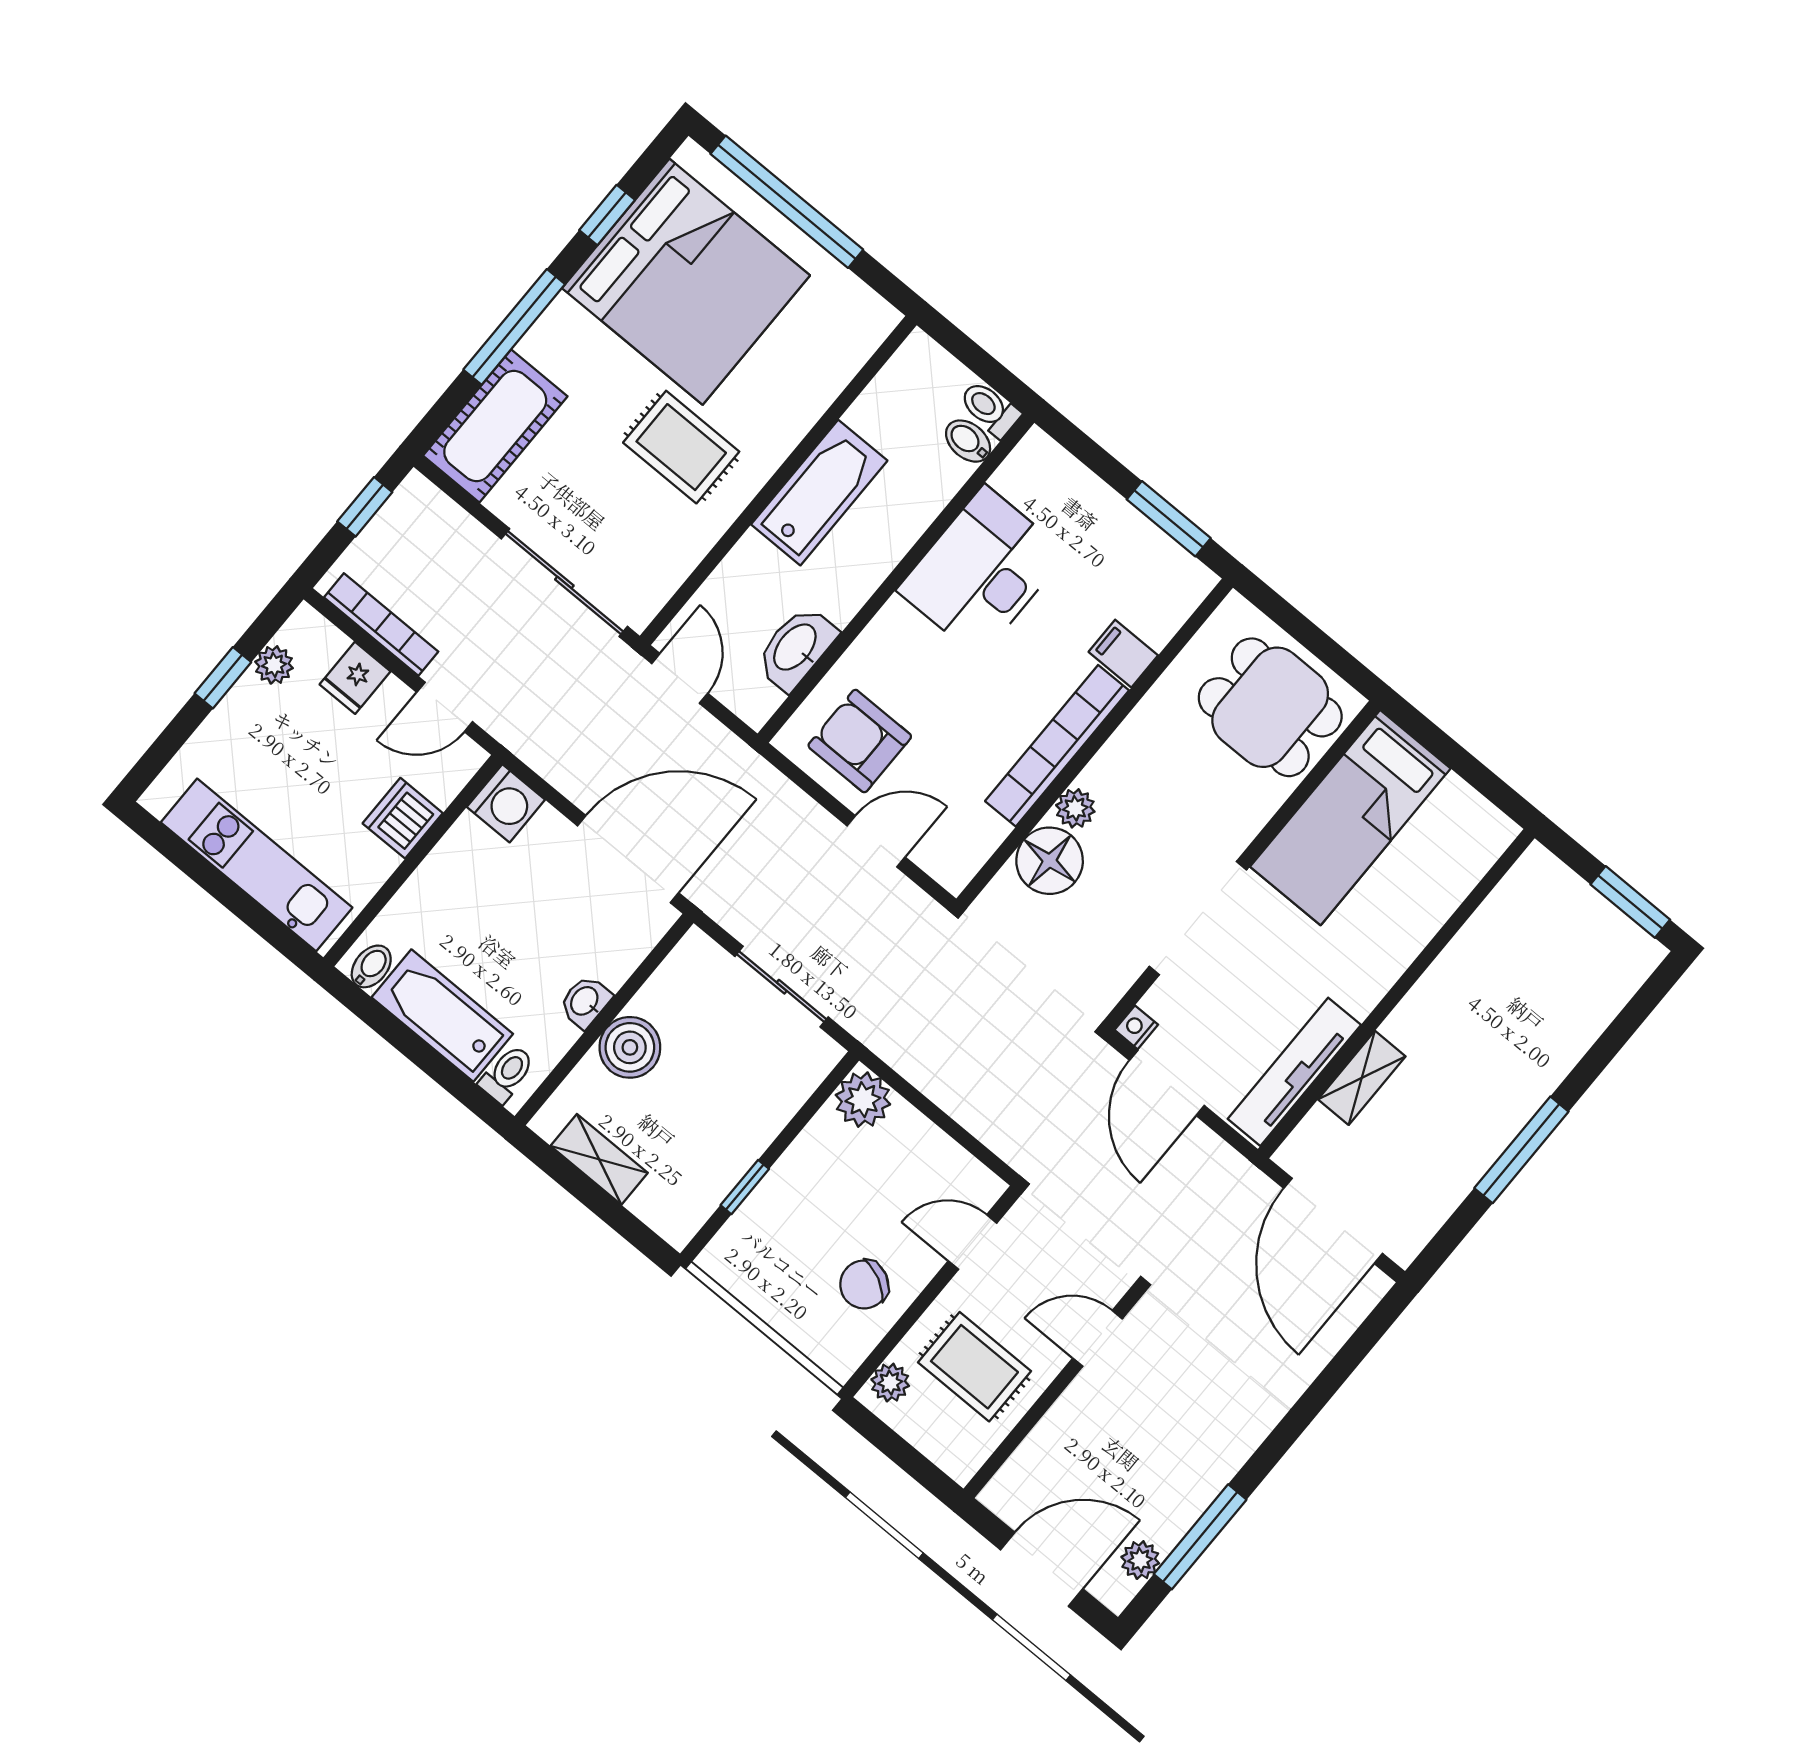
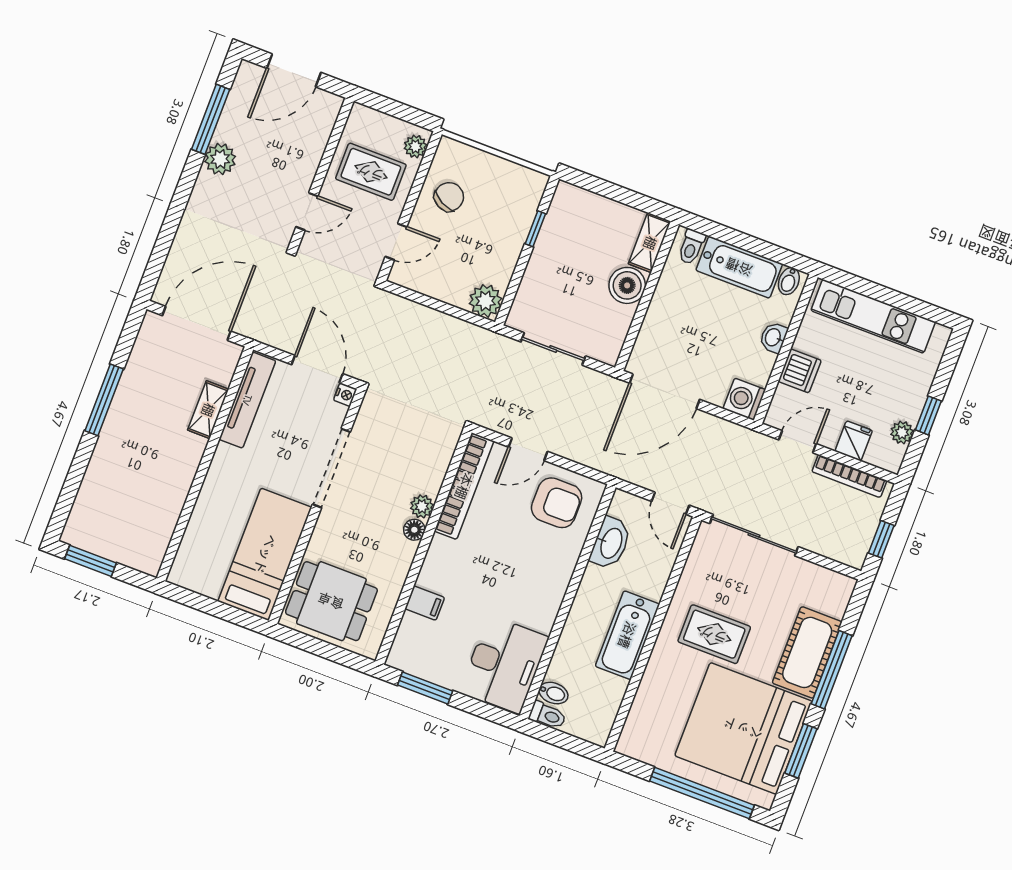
window: (607, 215) -> (801, 751), width x1.50
cot: (495, 426) -> (807, 652), moved
desk: (982, 572) -> (504, 664), moved
bookcase: (1057, 746) -> (464, 486), moved
floor lamp: (1050, 861) -> (414, 530), moved, width x0.53, depth x0.53
washbasin: (585, 1002) -> (773, 337), moved, turned 180
shelving: (599, 1159) -> (650, 243), moved, turned 90
door: (1333, 1221) -> (197, 323), hinge flipped
plant: (1140, 1560) -> (220, 159), moved, width x1.38, depth x1.38

